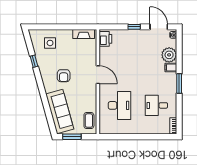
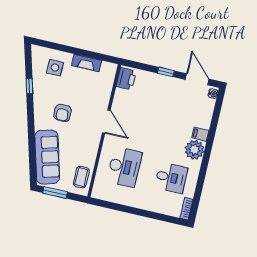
fireplace: (84, 34) -> (87, 63), moved
plant: (169, 55) -> (194, 150), moved
window: (179, 83) -> (206, 157), removed
desk: (156, 105) -> (171, 178), turned 180

